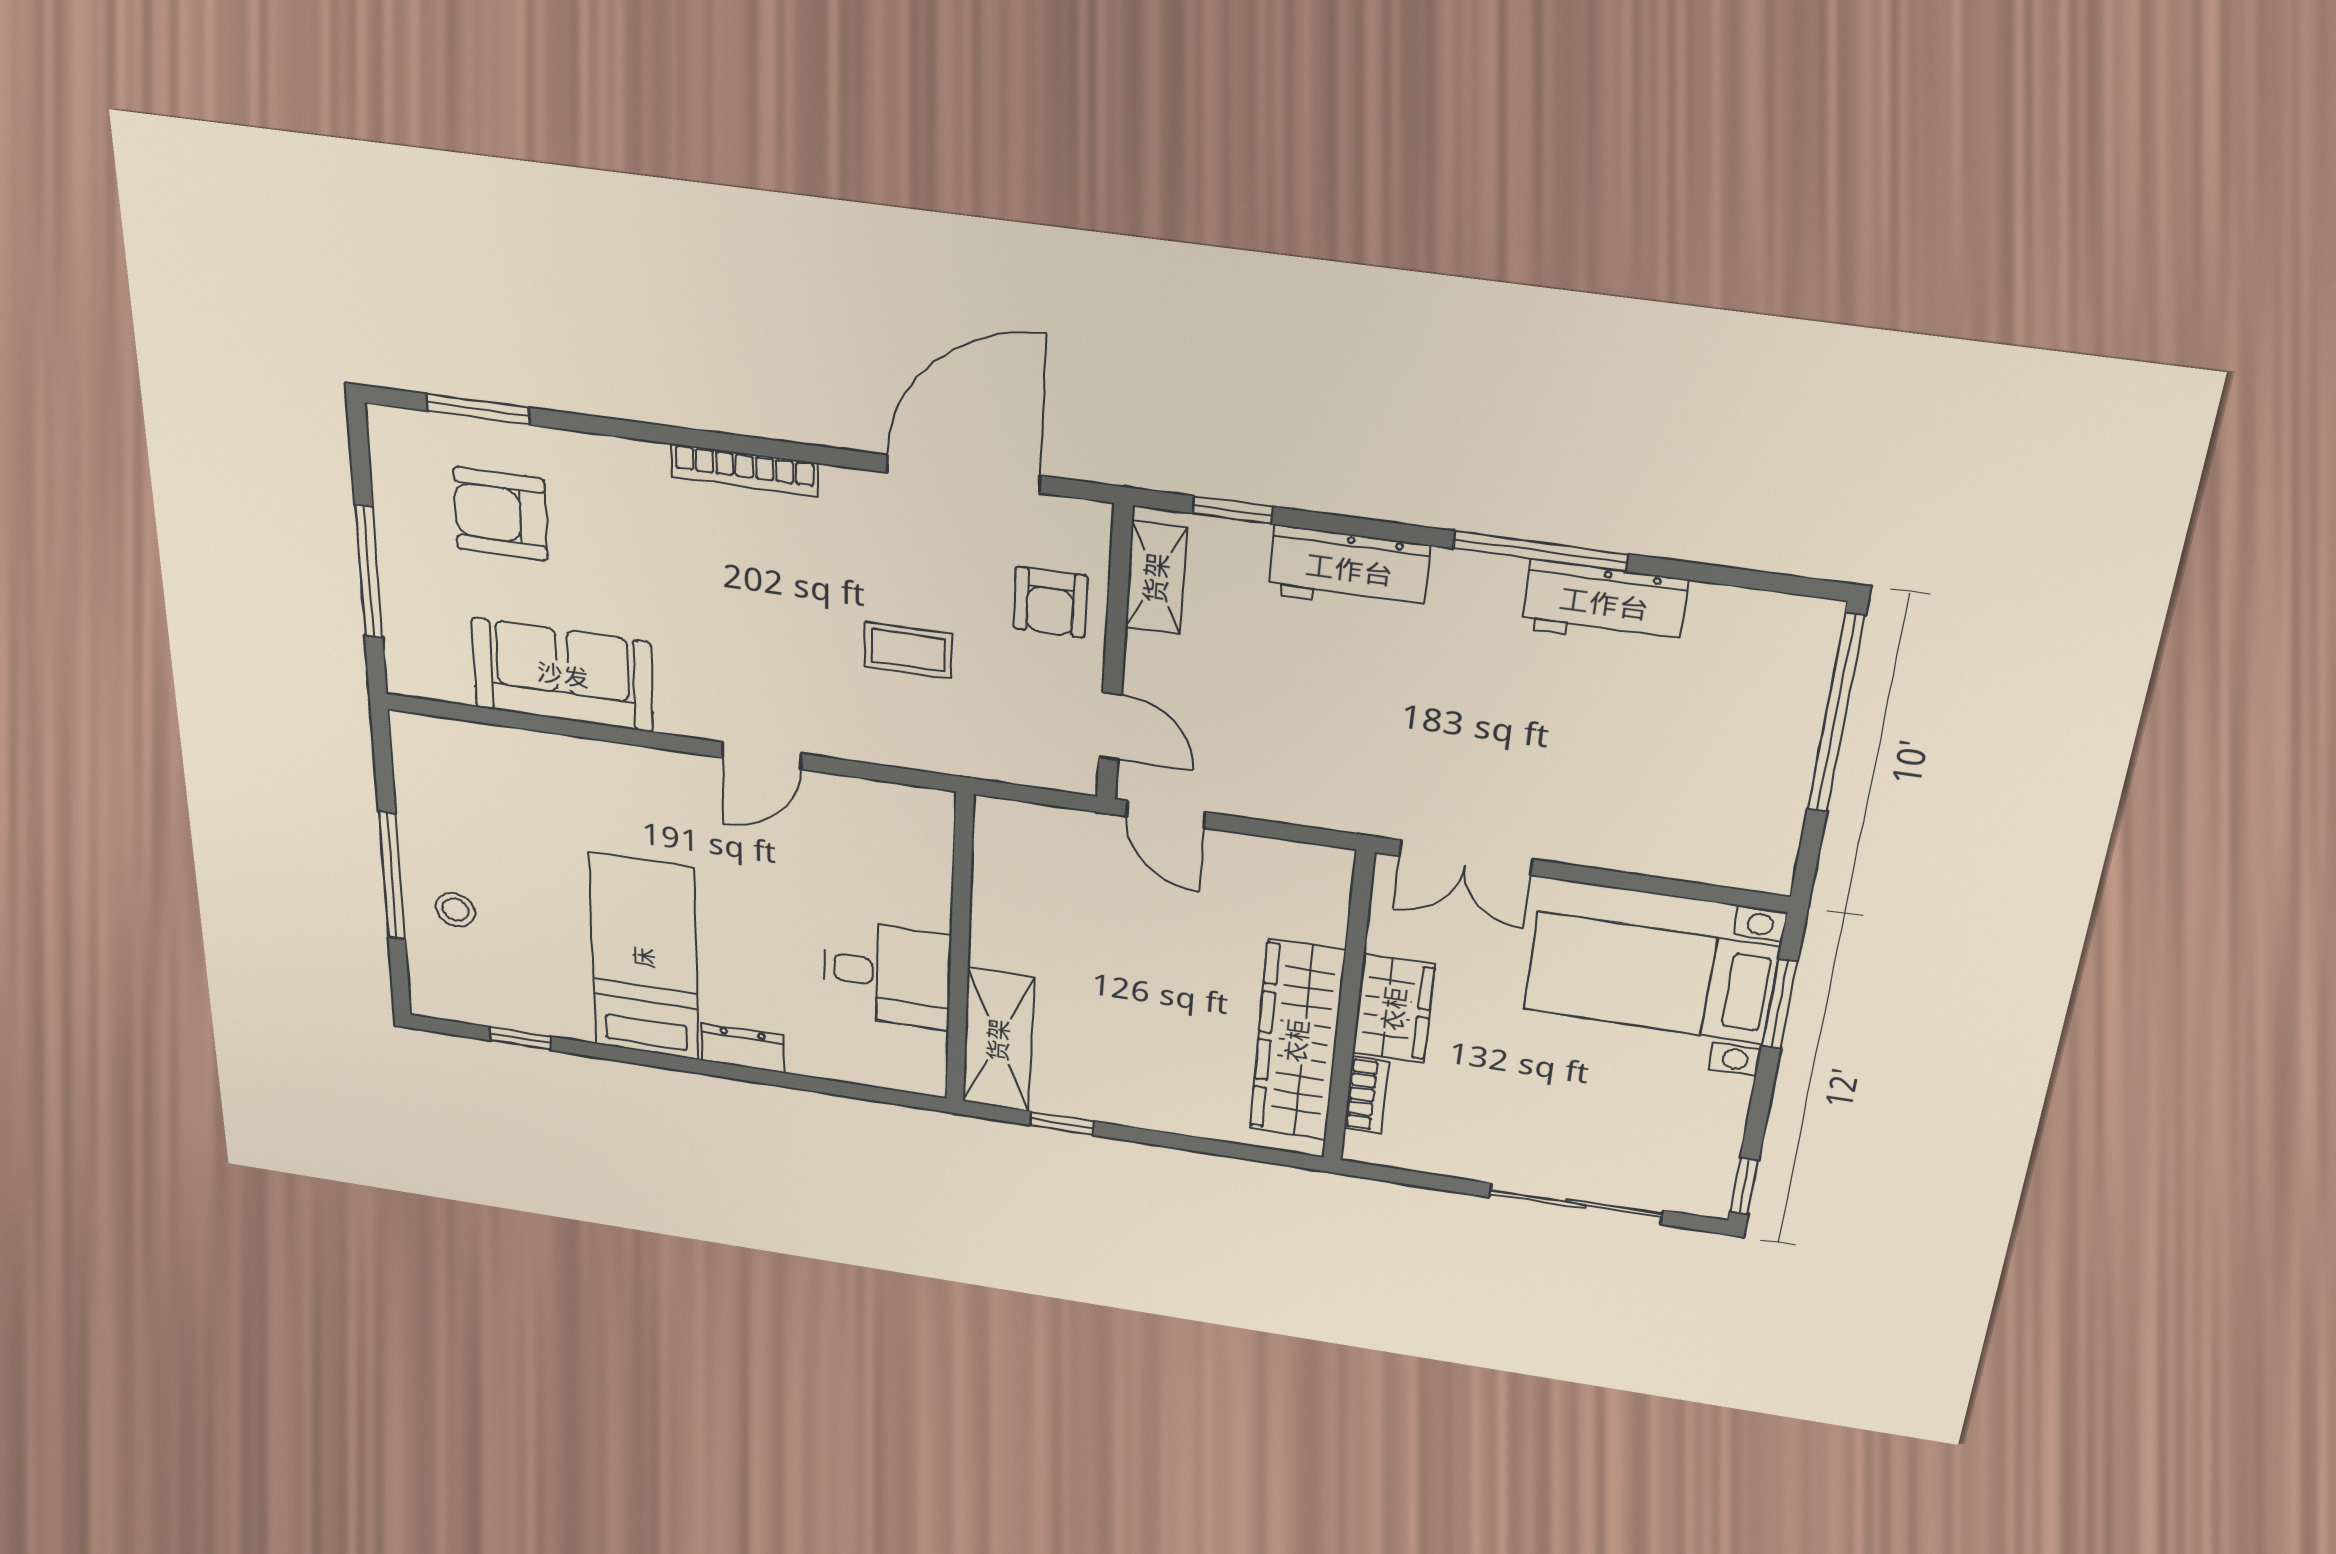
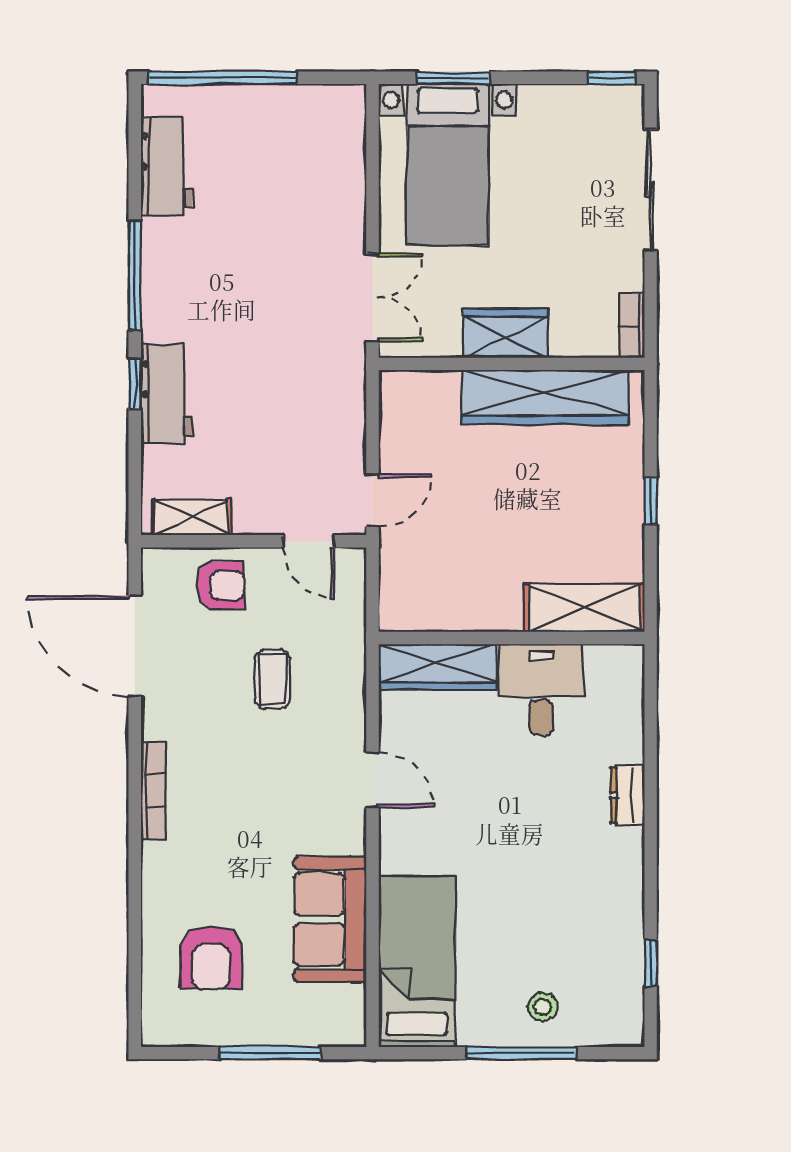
window: (478, 409) -> (135, 969), removed
window: (1233, 510) -> (135, 384), moved
workbench: (1604, 604) -> (166, 166), moved
door: (1110, 726) -> (309, 541), swing flipped
wardrobe: (922, 858) -> (437, 667), added
bed: (644, 957) -> (417, 962), moved, turned 90
bookcase: (1366, 1095) -> (632, 326), moved, turned -90
window: (1062, 1123) -> (651, 501), moved

